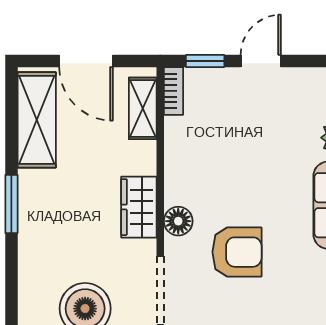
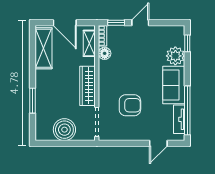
window: (11, 204) -> (33, 101), moved
wardrobe: (139, 207) -> (88, 86), width x1.50
floor lamp: (178, 221) -> (105, 53), moved

